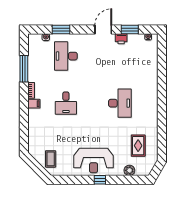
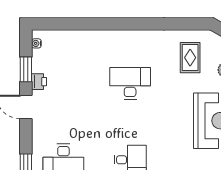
rug: (138, 146) -> (190, 58), turned 90

